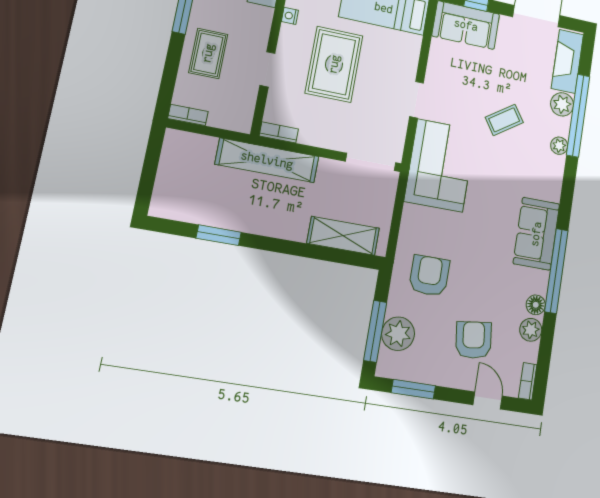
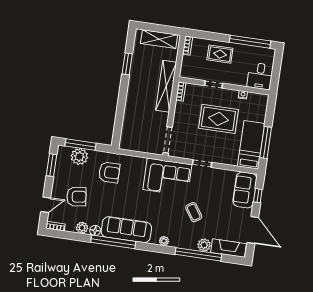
plant: (559, 146) -> (164, 241), moved
sofa: (536, 234) -> (126, 230), width x1.36
shelving: (343, 236) -> (159, 39), moved, turned 90

